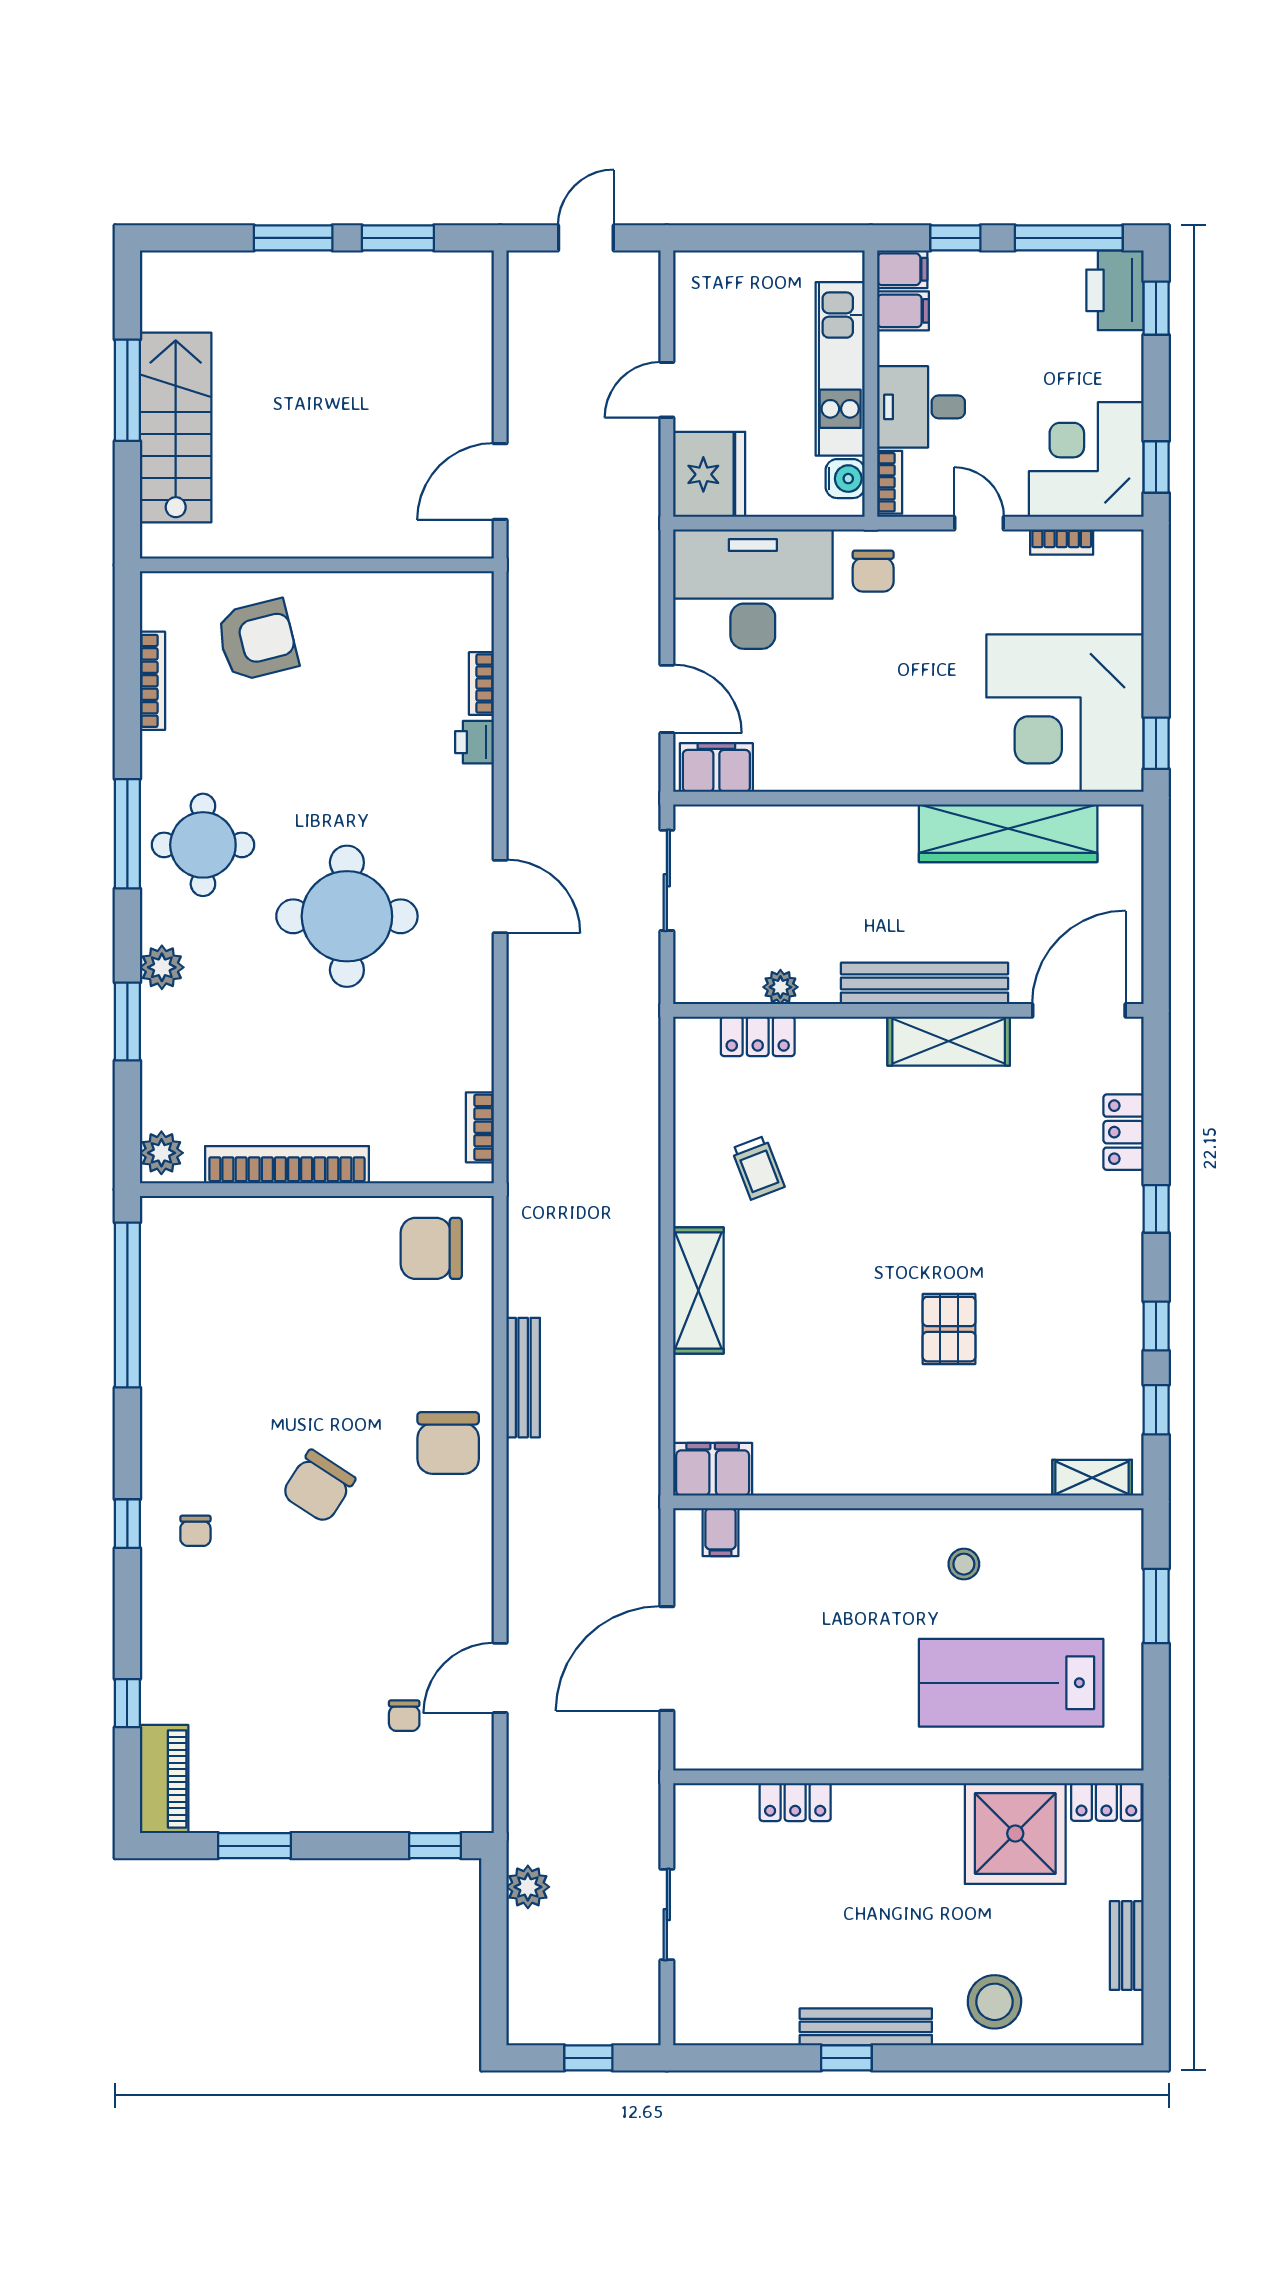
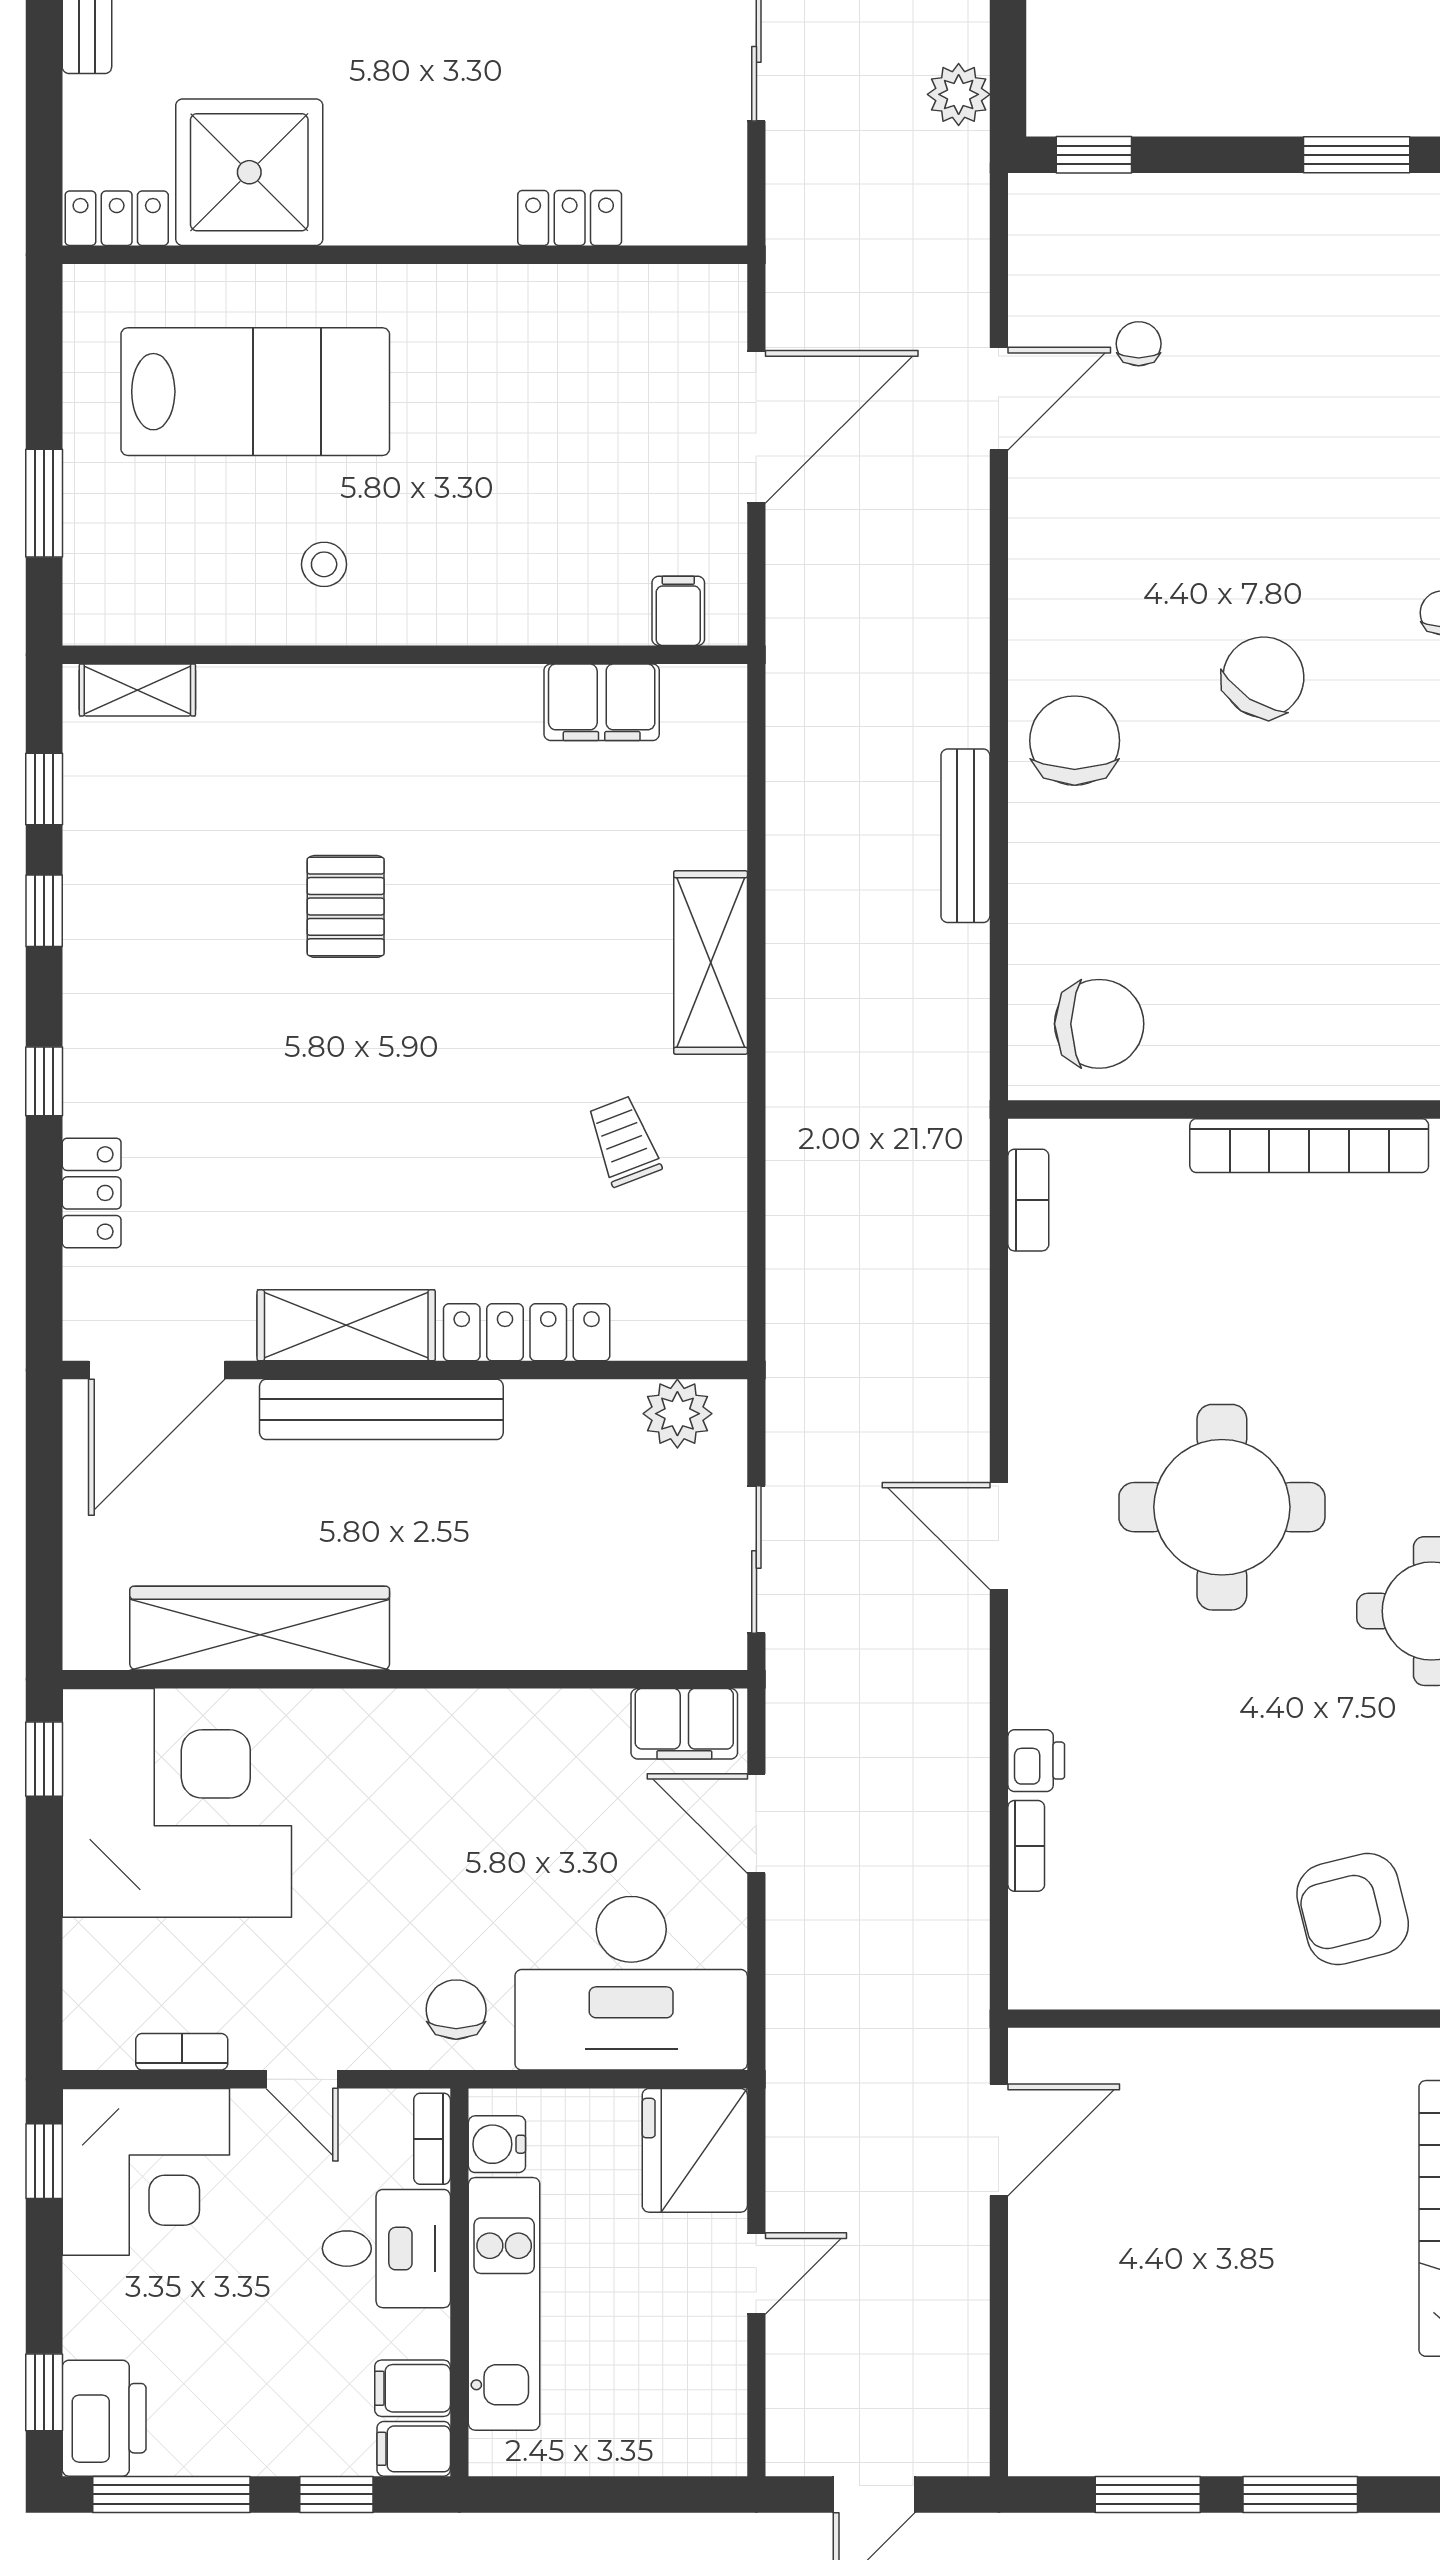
plant: (780, 987) -> (677, 1414), moved, width x1.38, depth x1.38
locker: (758, 1036) -> (527, 1332), moved, width x1.53
filing cabinet: (713, 1469) -> (602, 702), moved

